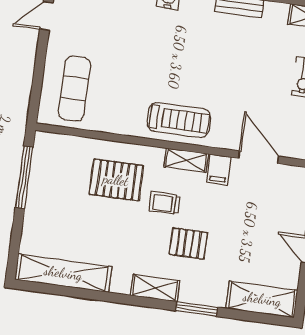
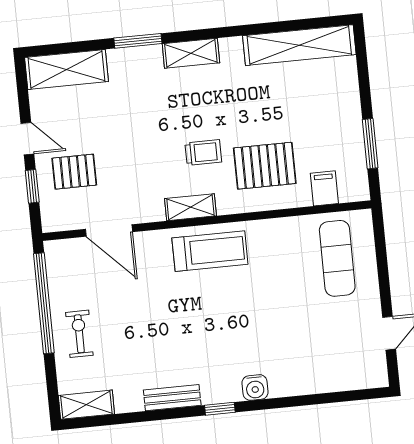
treadmill: (179, 120) -> (210, 251), turned 180
filing cabinet: (219, 169) -> (324, 188), moved
window: (24, 177) -> (370, 144), width x0.69
pallet: (188, 243) -> (74, 172), moved

